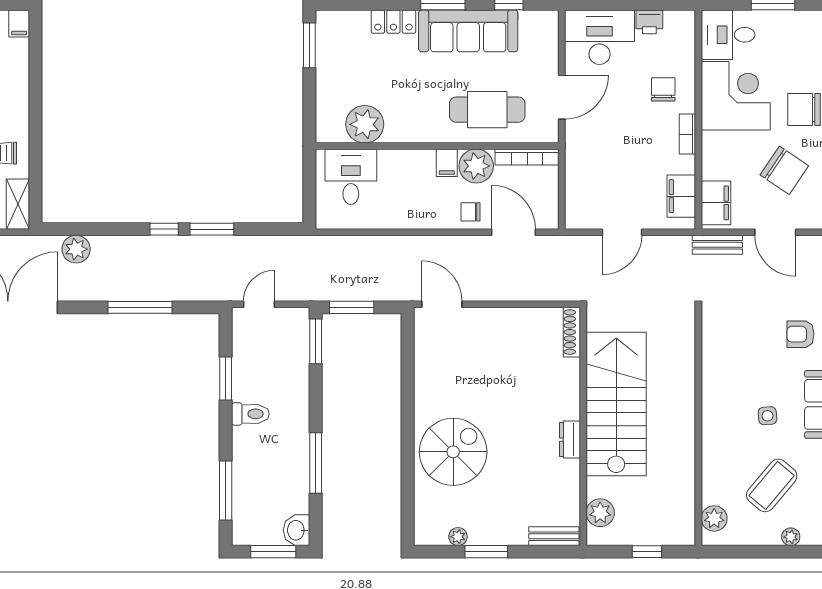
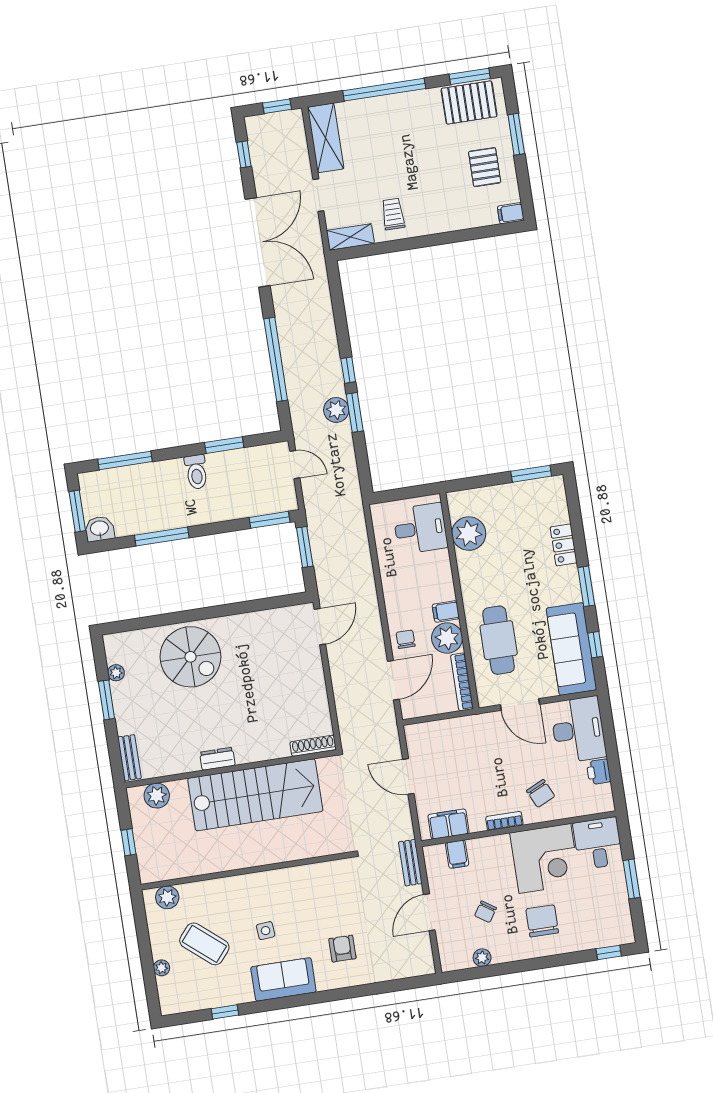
sofa: (468, 31) -> (571, 649), moved
chair: (663, 89) -> (541, 793), turned 65
chair: (784, 170) -> (485, 912), width x0.54, depth x0.54
filing cabinet: (716, 203) -> (457, 854), width x0.50
plant: (76, 249) -> (336, 410), moved
window: (140, 307) -> (276, 359), width x1.46

